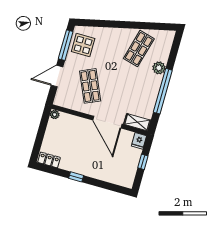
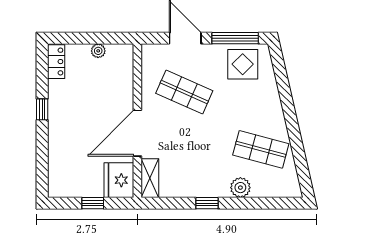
shop shelf: (90, 86) -> (184, 92), turned 48
window: (163, 91) -> (207, 203), width x0.32
plant: (55, 115) -> (98, 51), moved
fridge: (139, 141) -> (119, 180), width x1.88, depth x1.34

